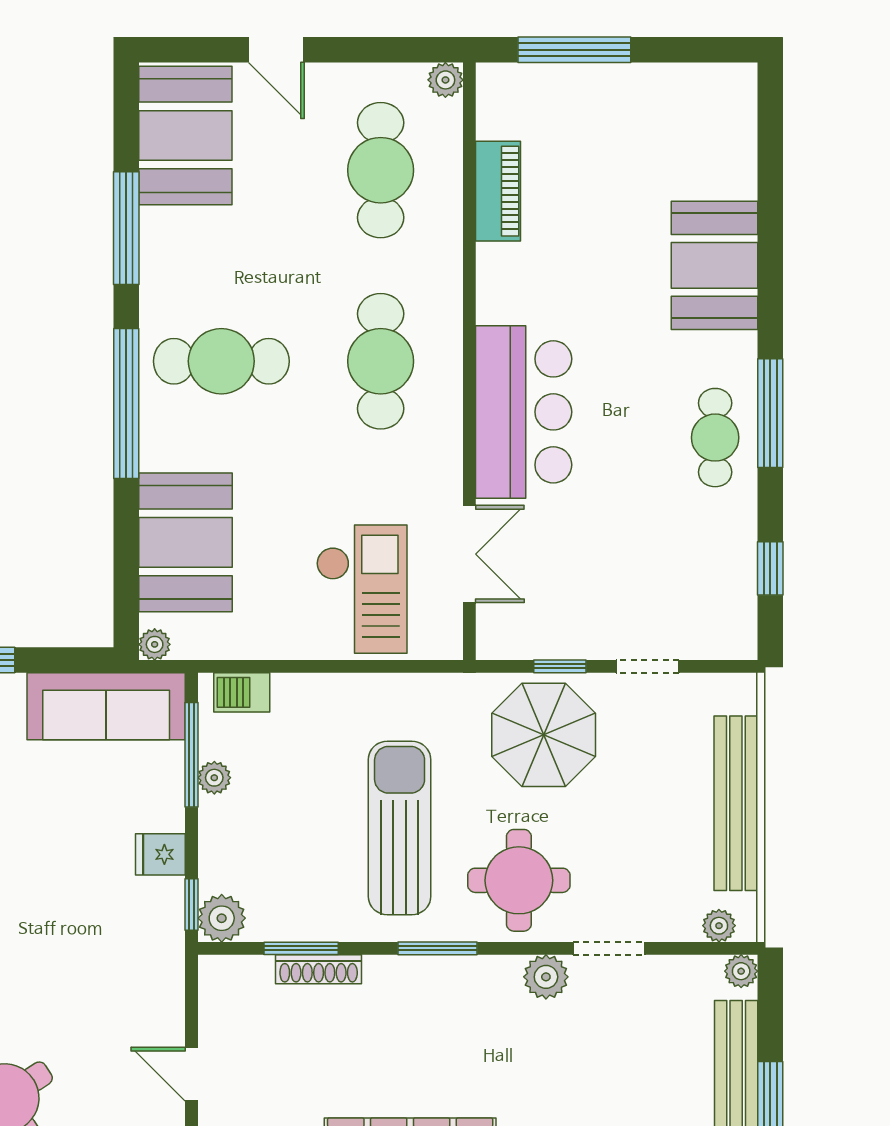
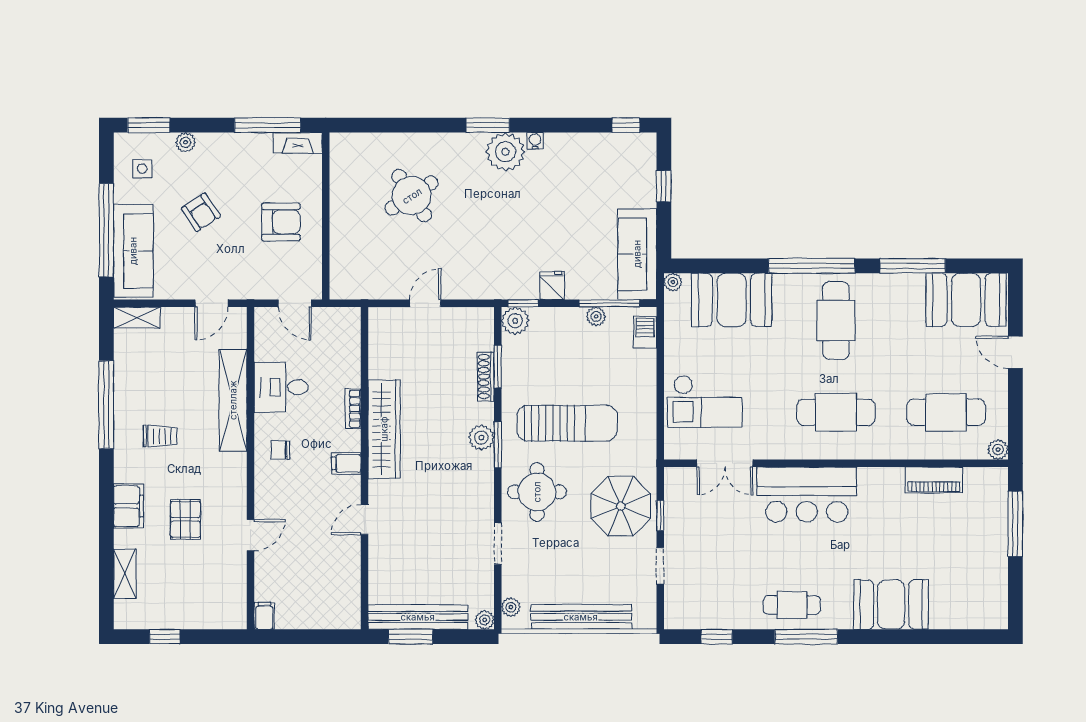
door: (276, 50) -> (1015, 352), hinge flipped
plant: (546, 977) -> (481, 438), moved

